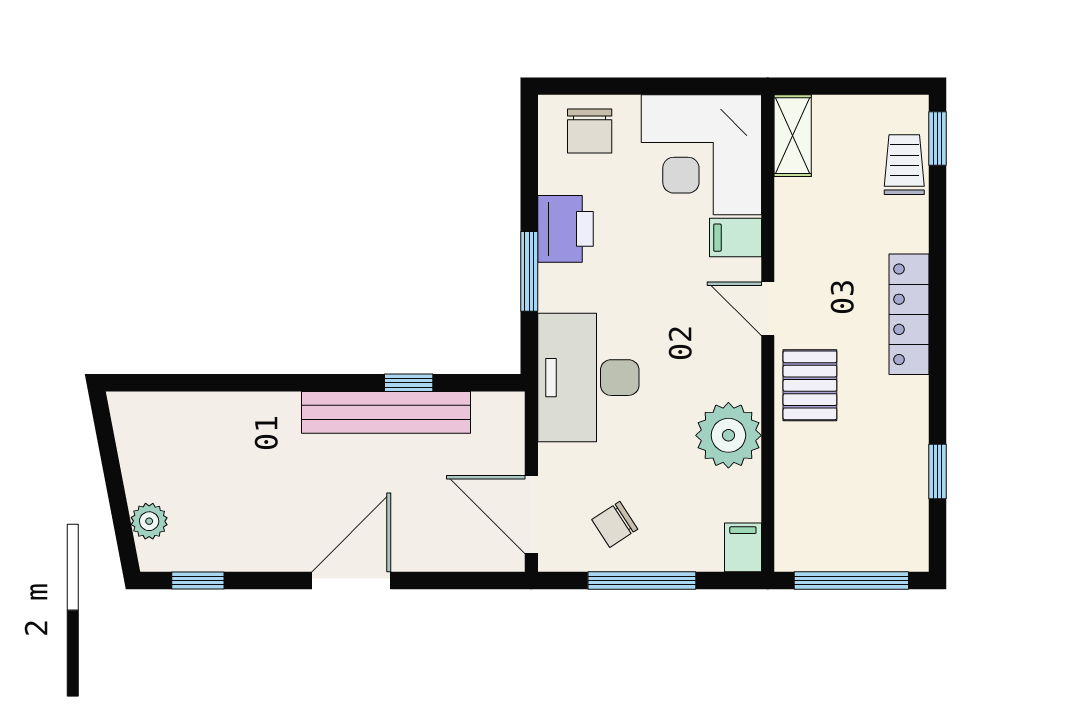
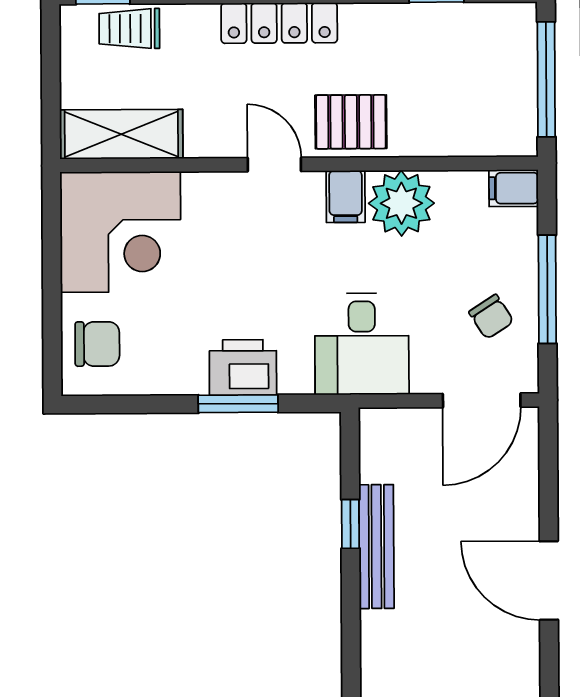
shelving: (793, 136) -> (121, 134), width x1.50, depth x1.33
printer: (566, 229) -> (243, 367), moved
filing cabinet: (736, 238) -> (346, 197), moved
door: (768, 309) -> (274, 165), swing flipped
desk: (588, 378) -> (362, 344), width x0.73
bench: (386, 412) -> (376, 547), width x0.73, depth x0.82

